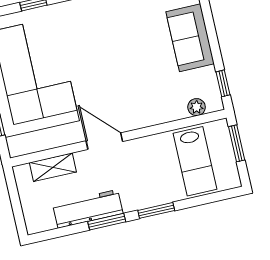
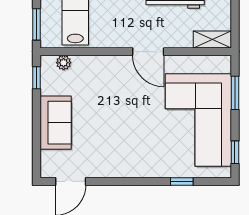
shelving: (53, 167) -> (212, 39), moved

